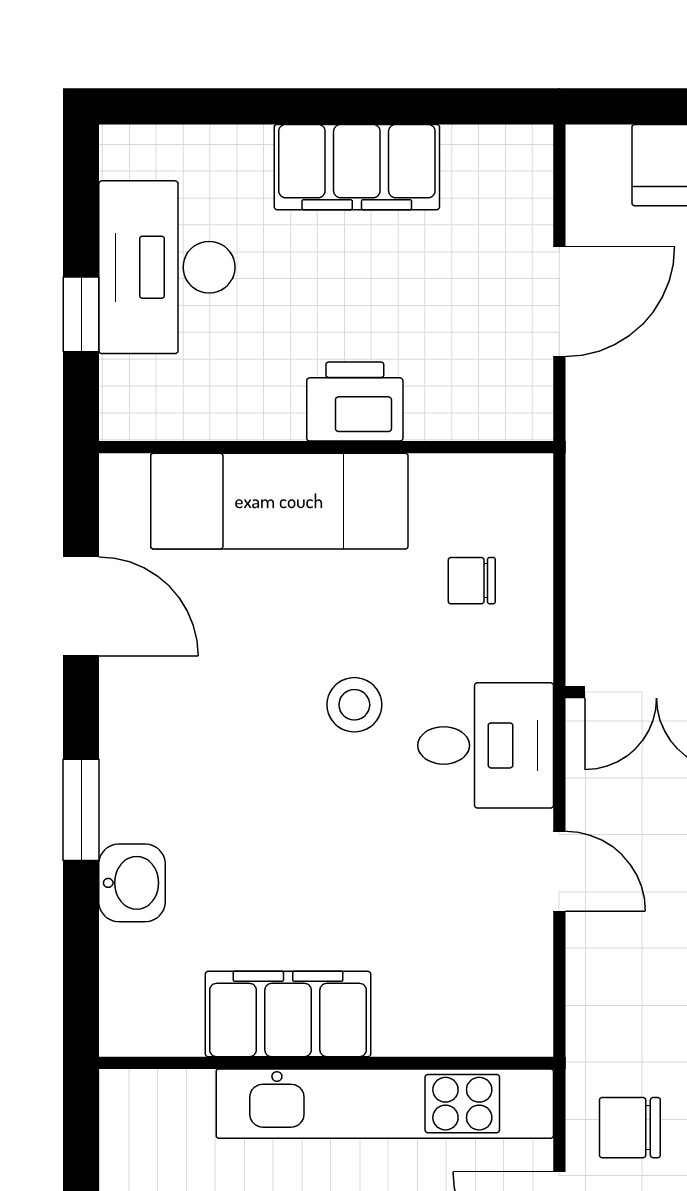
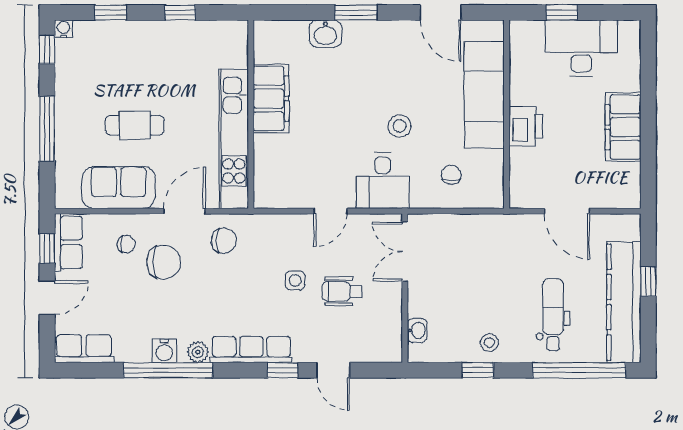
door: (81, 606) -> (440, 12), hinge flipped
chair: (630, 1128) -> (224, 241), turned 90

